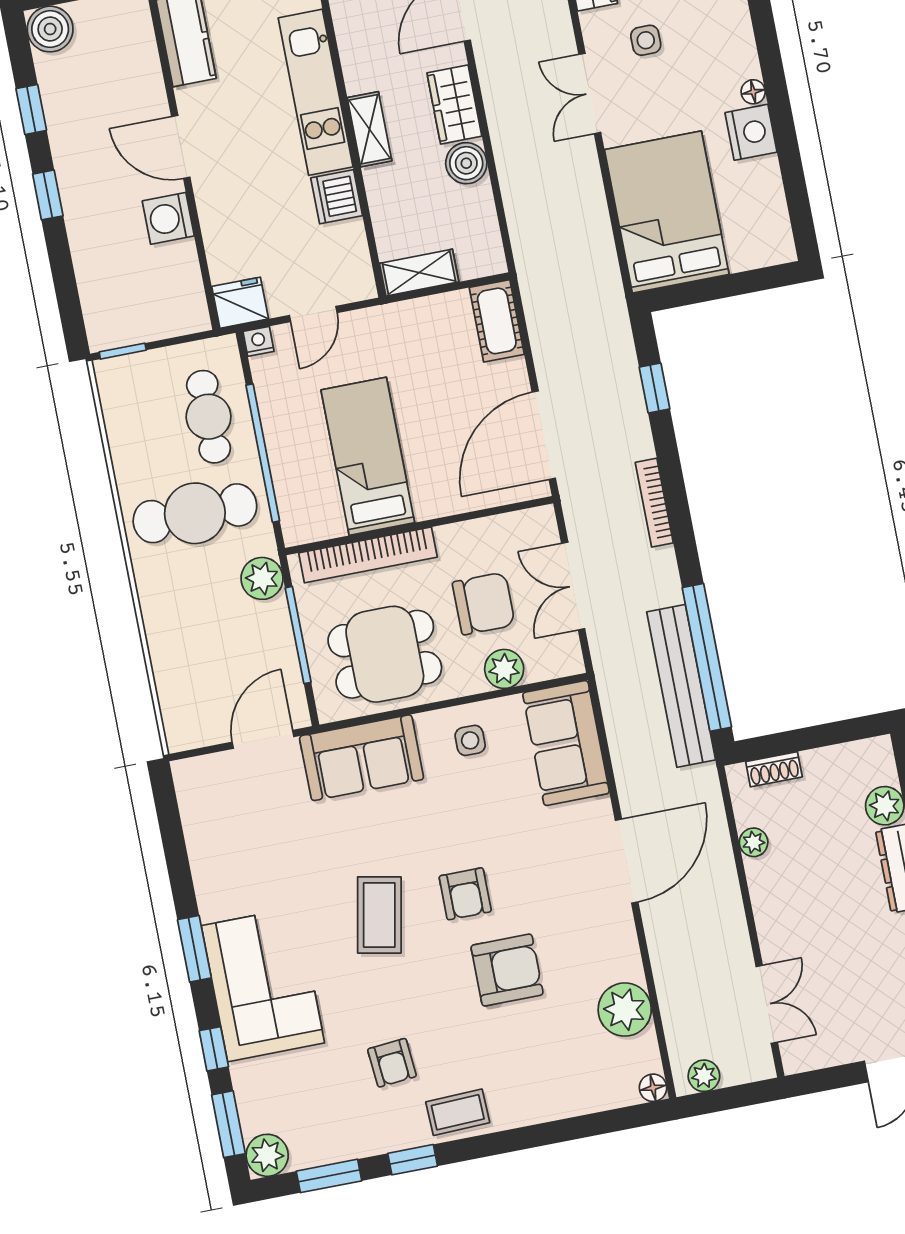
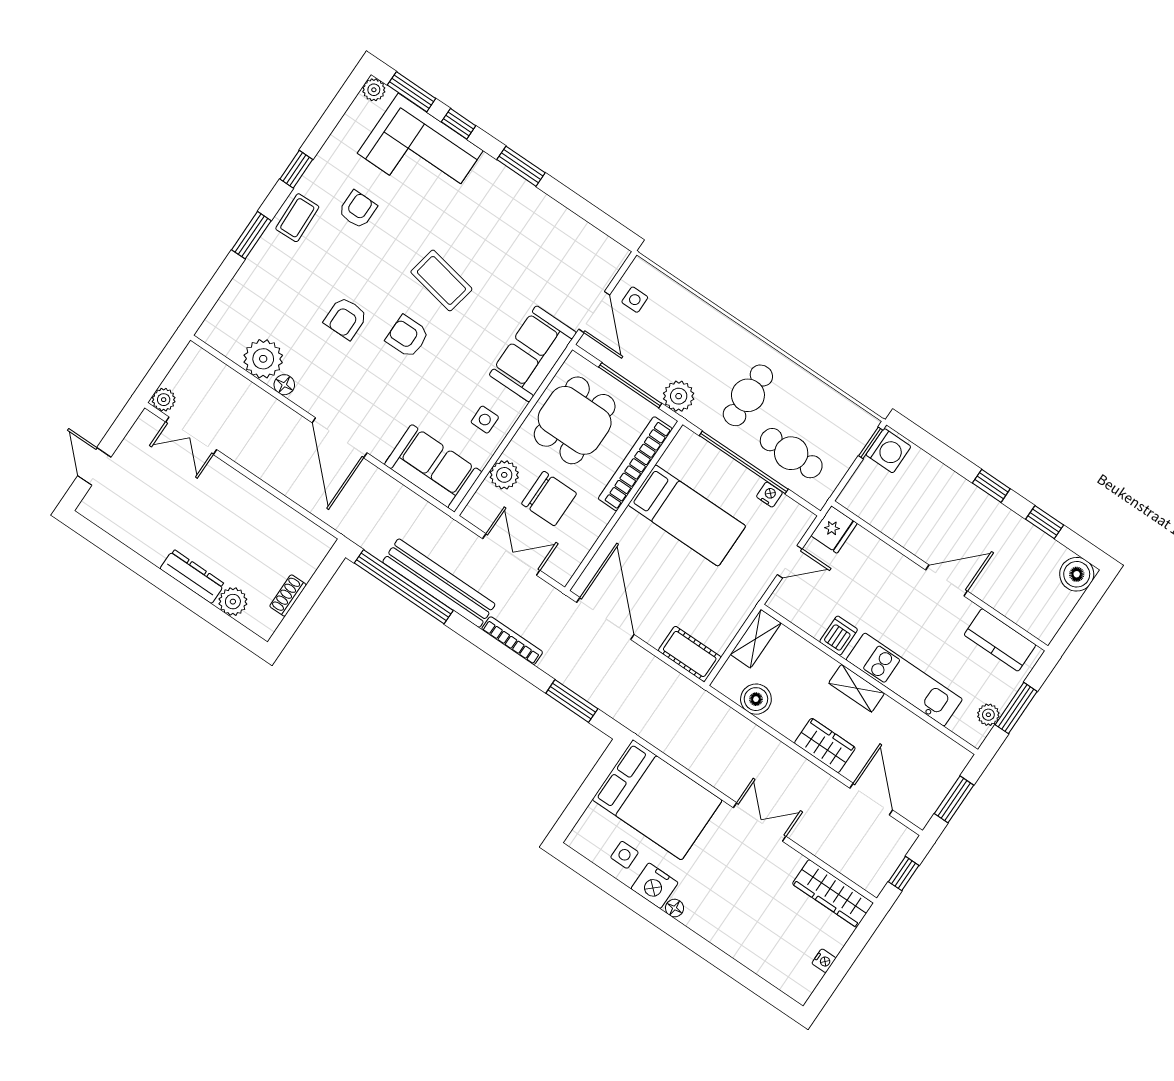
side table: (646, 40) -> (624, 855), moved
boiler: (466, 163) -> (756, 699), moved
dishwasher: (337, 197) -> (839, 636), width x0.73
washing machine: (168, 218) -> (888, 451), moved, turned 90
door: (313, 314) -> (790, 562), swing flipped
nightstand: (259, 341) -> (769, 495), moved, turned -90
window: (654, 388) -> (572, 701), width x1.50
cafe table: (195, 513) -> (748, 395), width x0.73, depth x0.74
chair: (484, 604) -> (549, 499), turned -90
bench: (681, 686) -> (439, 583), moved
side table: (212, 713) -> (635, 300), added
shoe rack: (774, 769) -> (288, 595), moved
plant: (754, 842) -> (283, 514), removed
armchair: (507, 970) -> (346, 318), width x0.72, depth x0.72
corner sofa: (263, 984) -> (420, 152), moved
armchair: (392, 1063) -> (358, 209), turned 95
plant: (704, 1076) -> (164, 400), moved
floor lamp: (653, 1088) -> (284, 385), moved
plant: (267, 1155) -> (374, 90), width x0.73, depth x0.73
window: (329, 1176) -> (251, 235), moved

